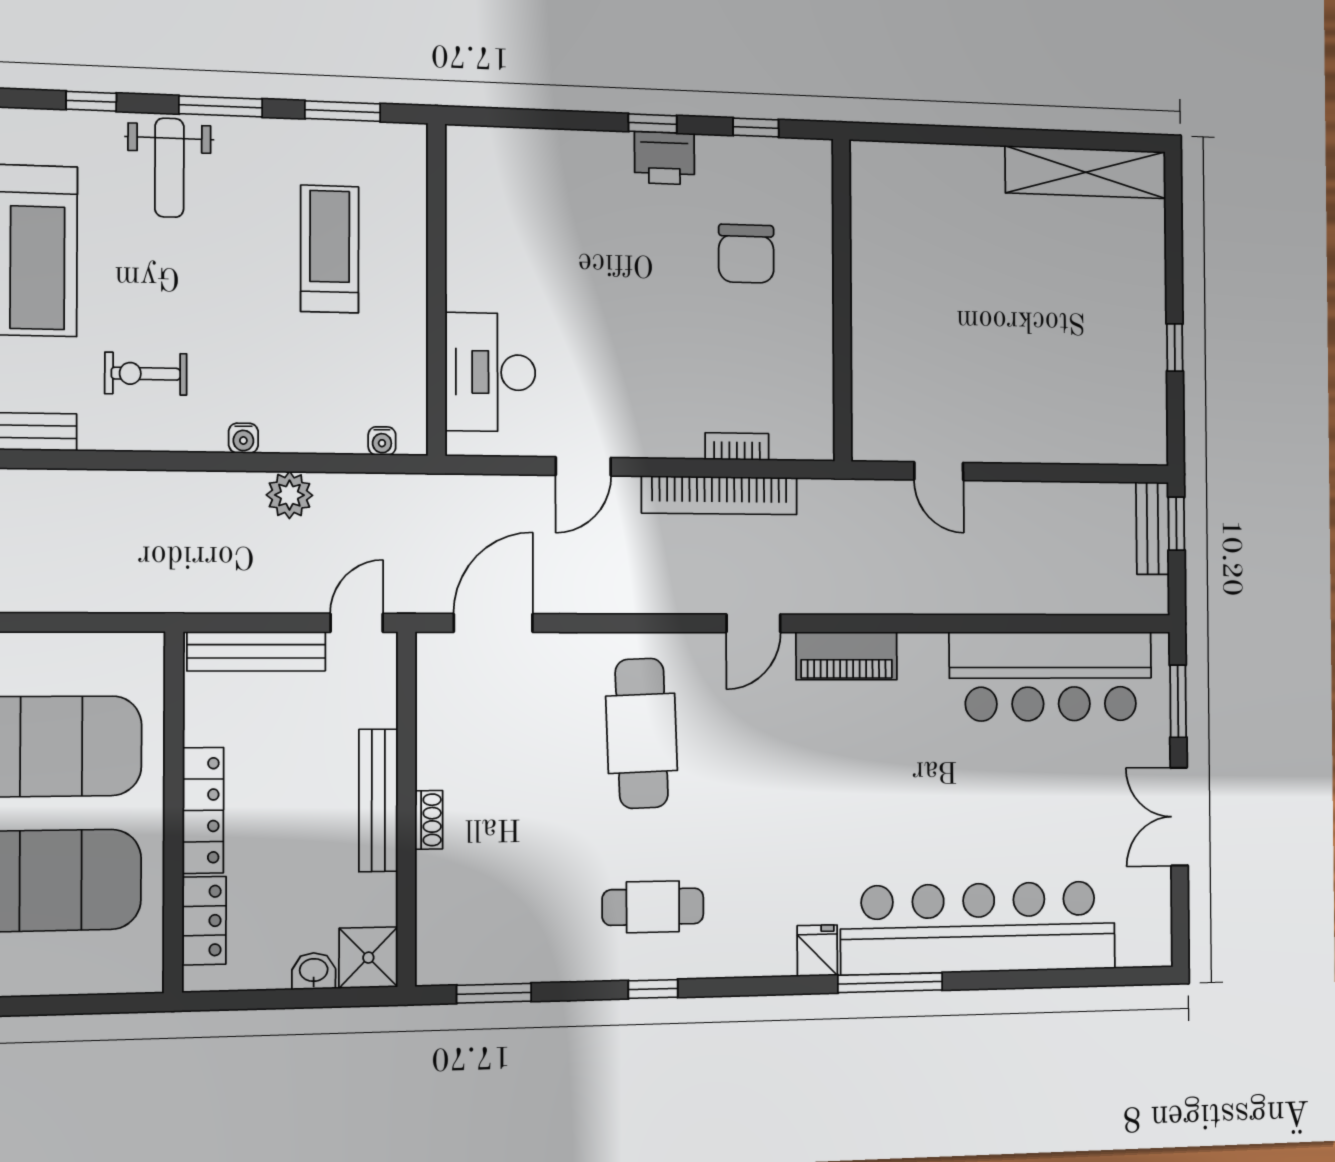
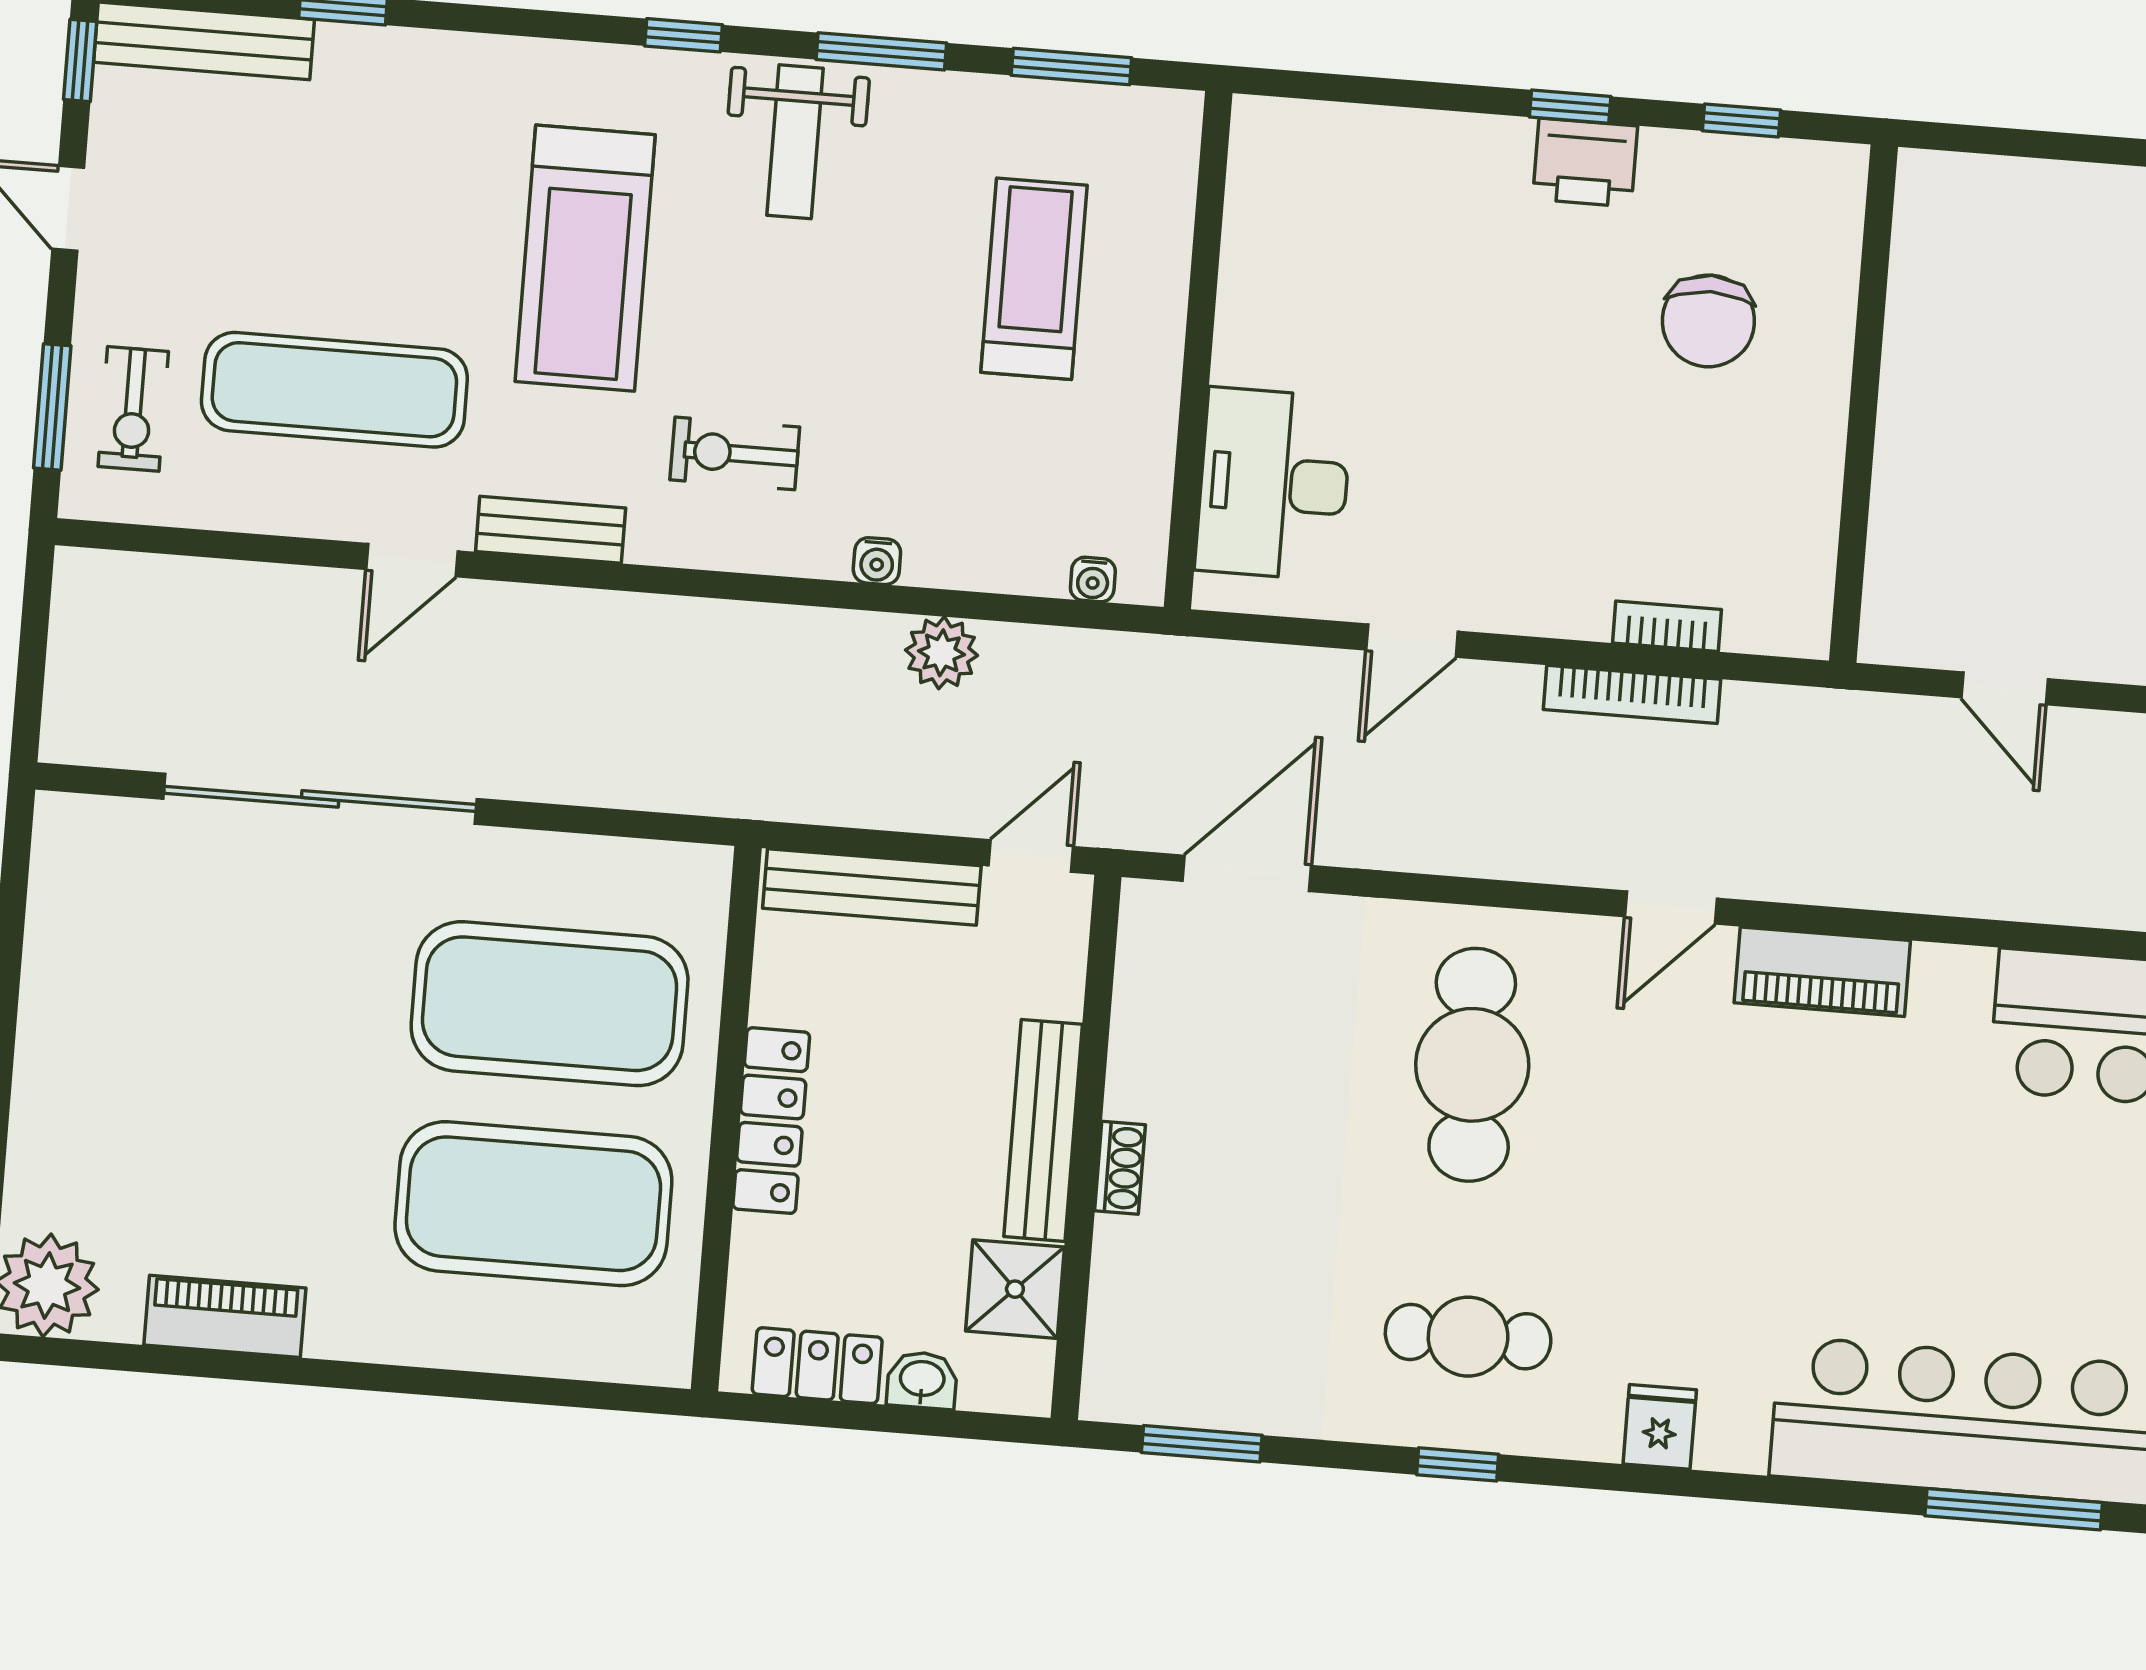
bookcase: (719, 495) -> (1632, 694), width x0.68, depth x0.76
locker: (204, 921) -> (817, 1366), moved, turned -90
fridge: (817, 951) -> (1660, 1427), moved
shower: (368, 958) -> (1015, 1289), moved
window: (890, 983) -> (2014, 1509), moved

